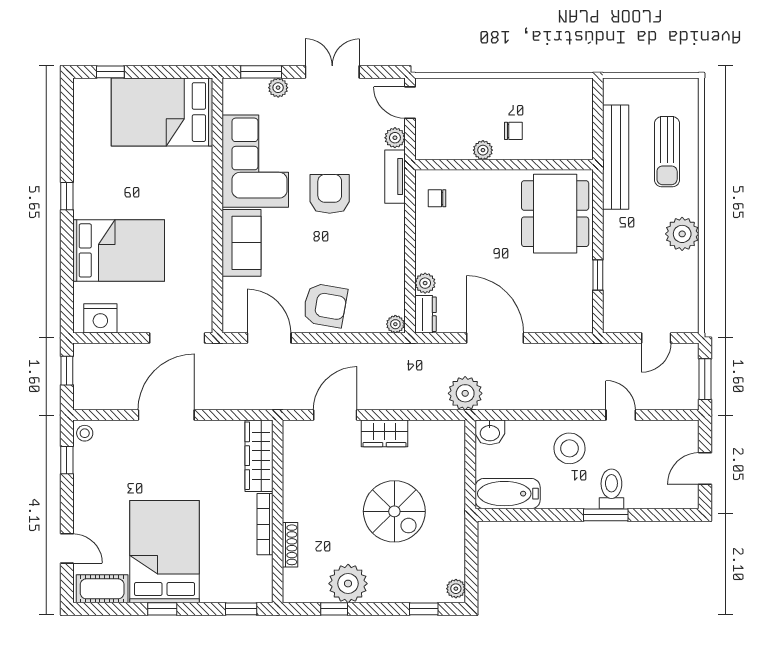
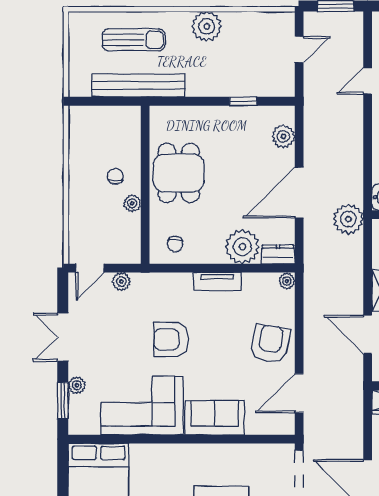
tv unit: (395, 177) -> (217, 281), moved
dining table: (555, 214) -> (179, 173), moved, width x0.73
plant: (425, 283) -> (242, 247), width x1.87, depth x1.87
plant: (558, 320) -> (283, 136), added
door: (656, 338) -> (299, 49), hinge flipped

